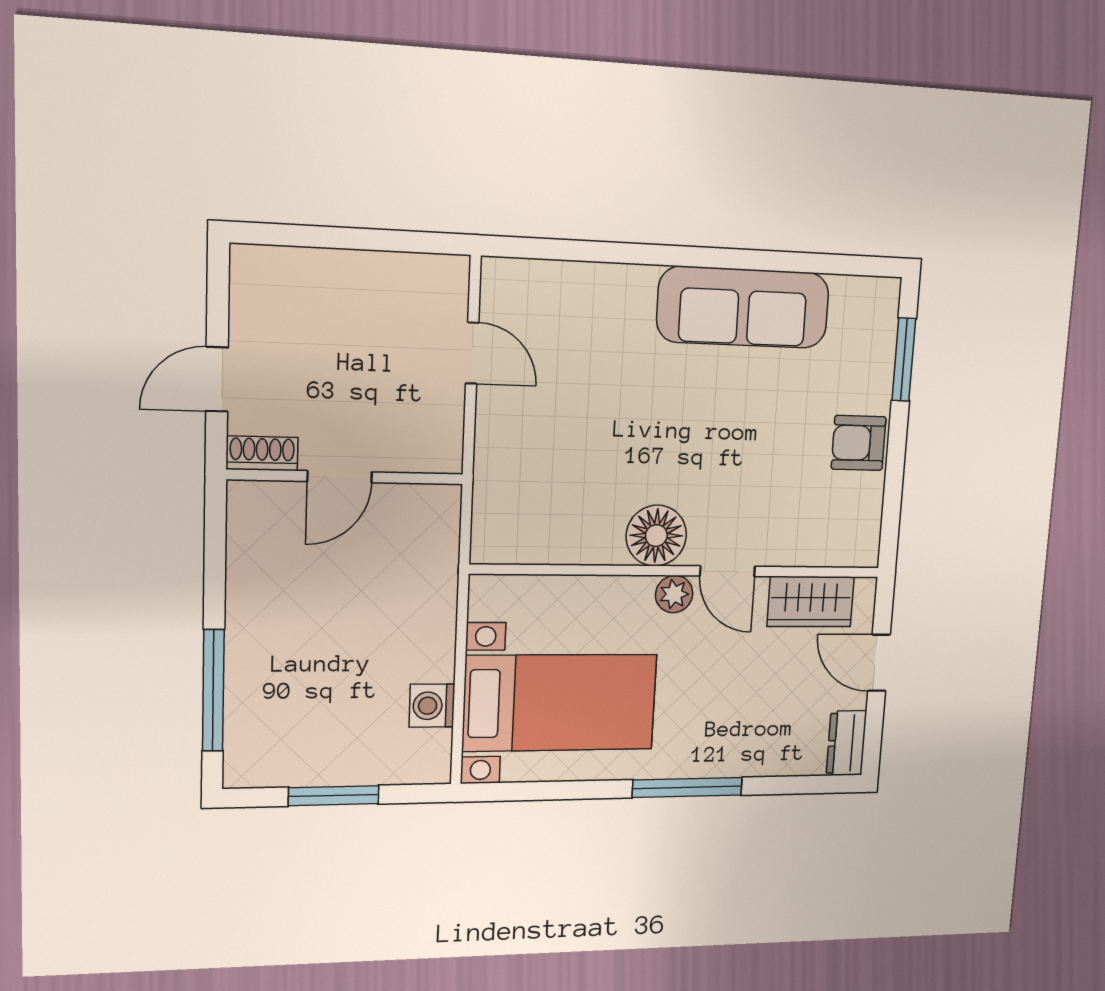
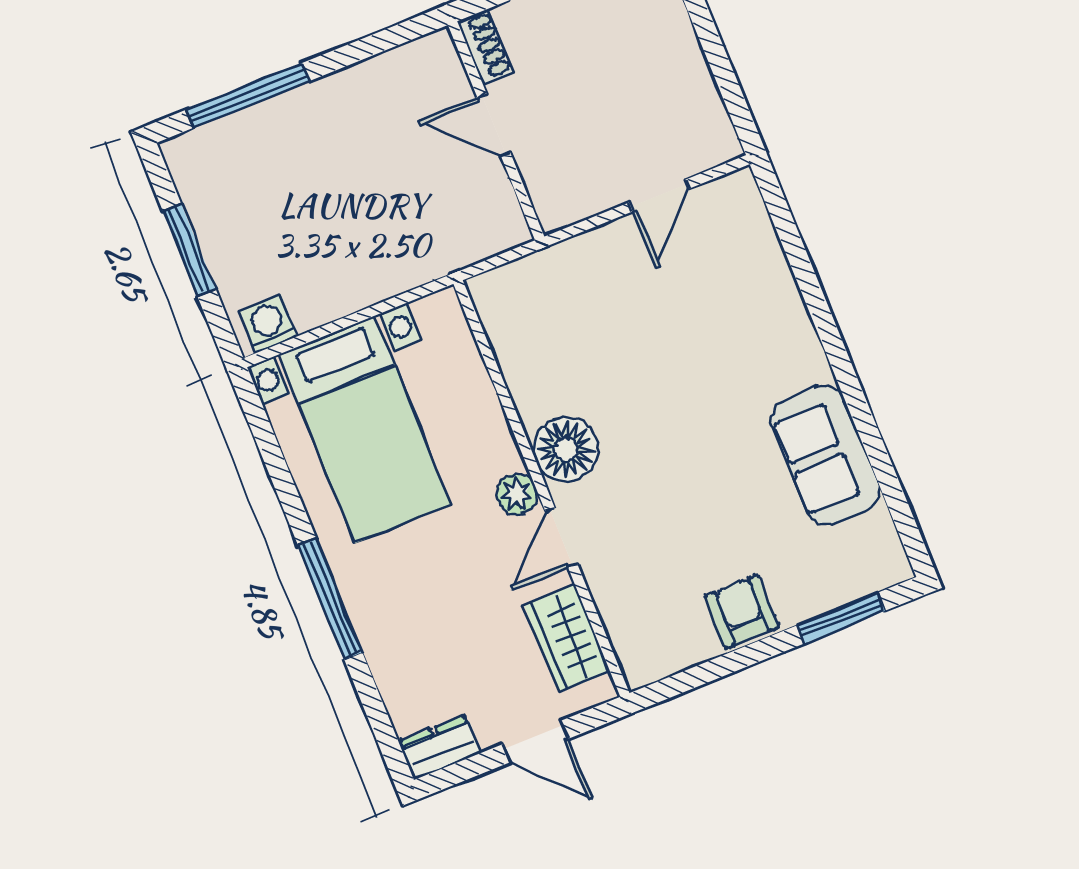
sofa: (743, 307) -> (826, 455), width x0.73
door: (879, 663) -> (535, 742), swing flipped
washing machine: (432, 706) -> (268, 324), moved

